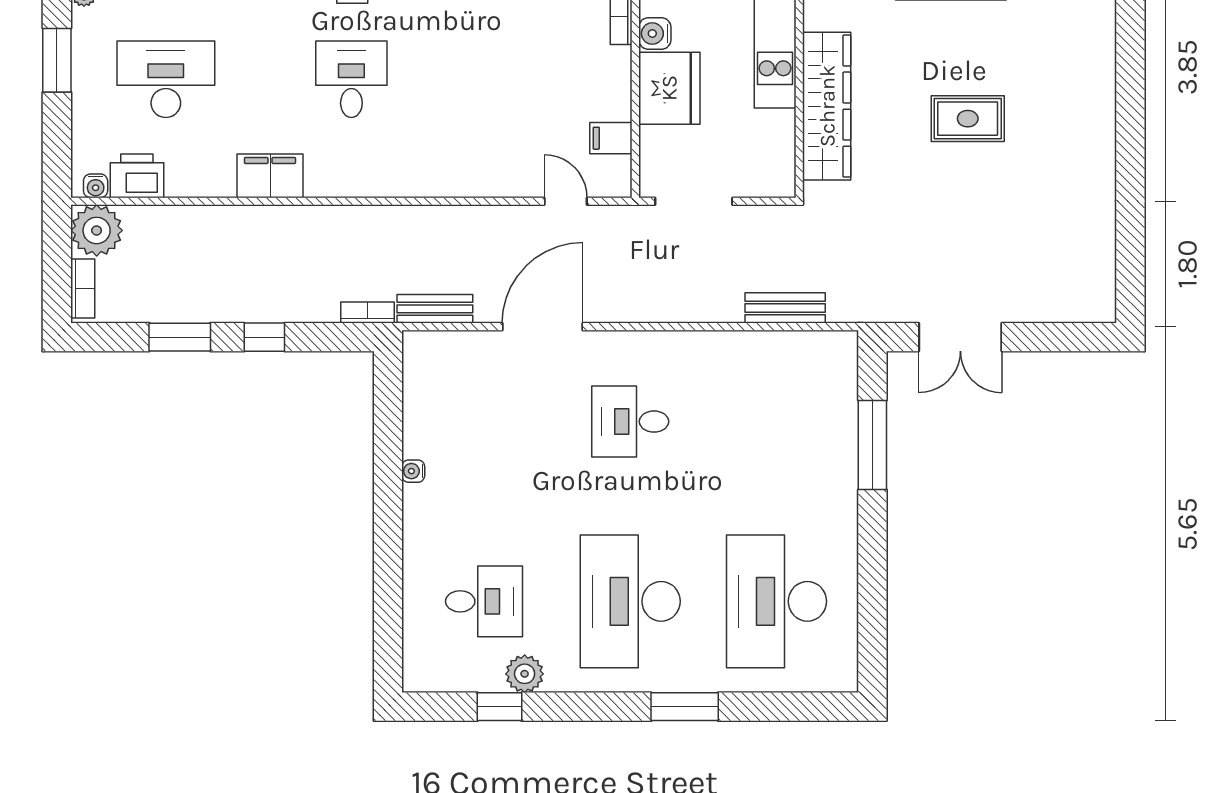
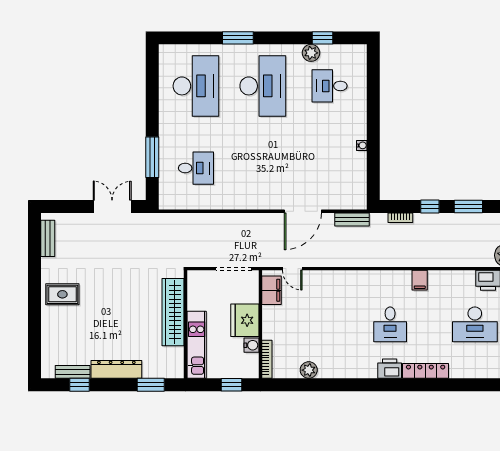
rug: (968, 119) -> (62, 294), moved
filing cabinet: (611, 138) -> (272, 290), width x2.00
filing cabinet: (270, 176) -> (420, 280), width x0.50
bench: (785, 308) -> (48, 238), moved, turned 90
bookcase: (368, 313) -> (400, 218), moved
desk: (630, 422) -> (196, 168), moved

